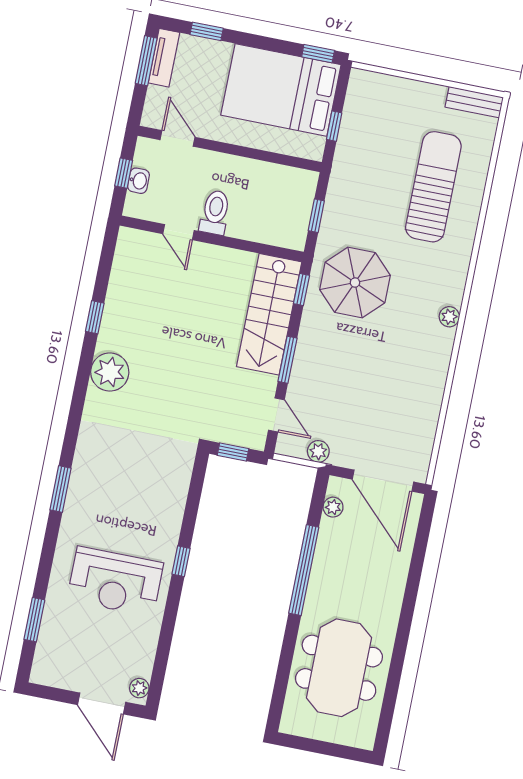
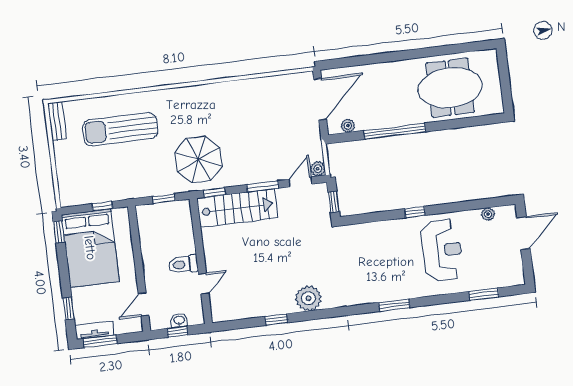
plant: (449, 317) -> (200, 91), removed
plant: (318, 451) -> (318, 169), moved
plant: (139, 688) -> (488, 214), moved

